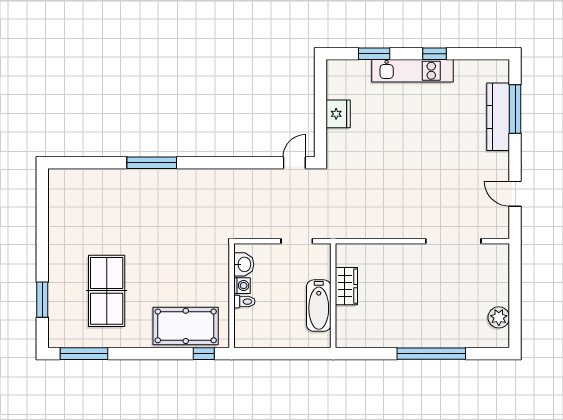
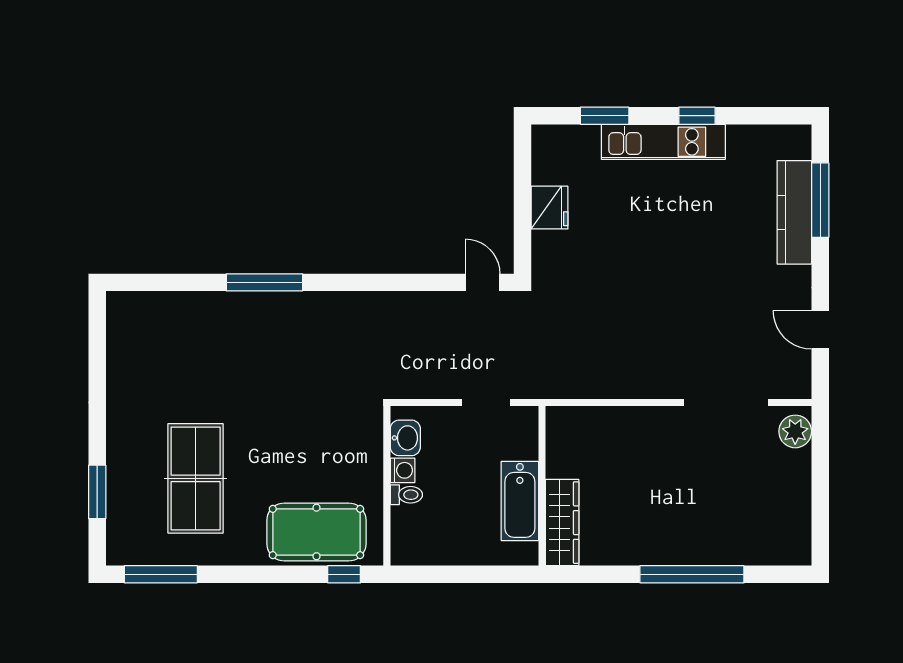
door: (294, 163) -> (483, 282), hinge flipped
wardrobe: (346, 286) -> (562, 523), moved, width x1.50
plant: (499, 317) -> (795, 431), moved

